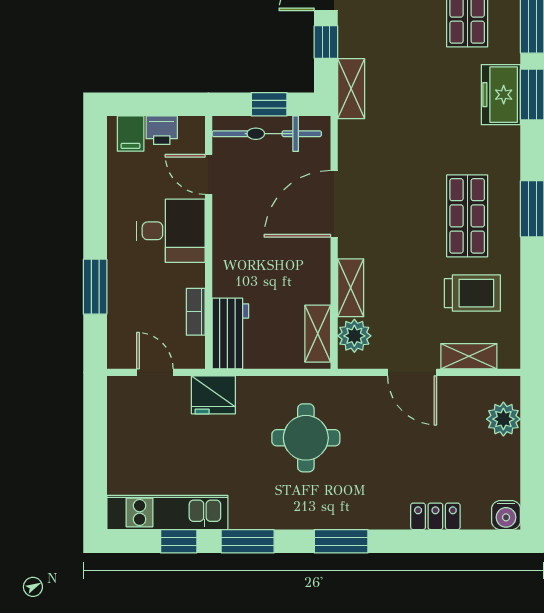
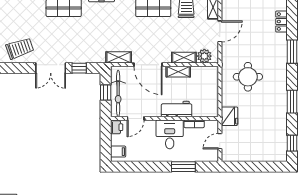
shelving: (351, 89) -> (119, 57), moved
printer: (162, 130) -> (117, 127), moved
desk: (171, 231) -> (170, 134), moved
workbench: (230, 334) -> (177, 109), moved
shelving: (318, 334) -> (178, 72), moved
kitchen unit: (167, 512) -> (280, 136), removed
window: (179, 541) -> (292, 143), moved
window: (341, 541) -> (292, 52), moved

